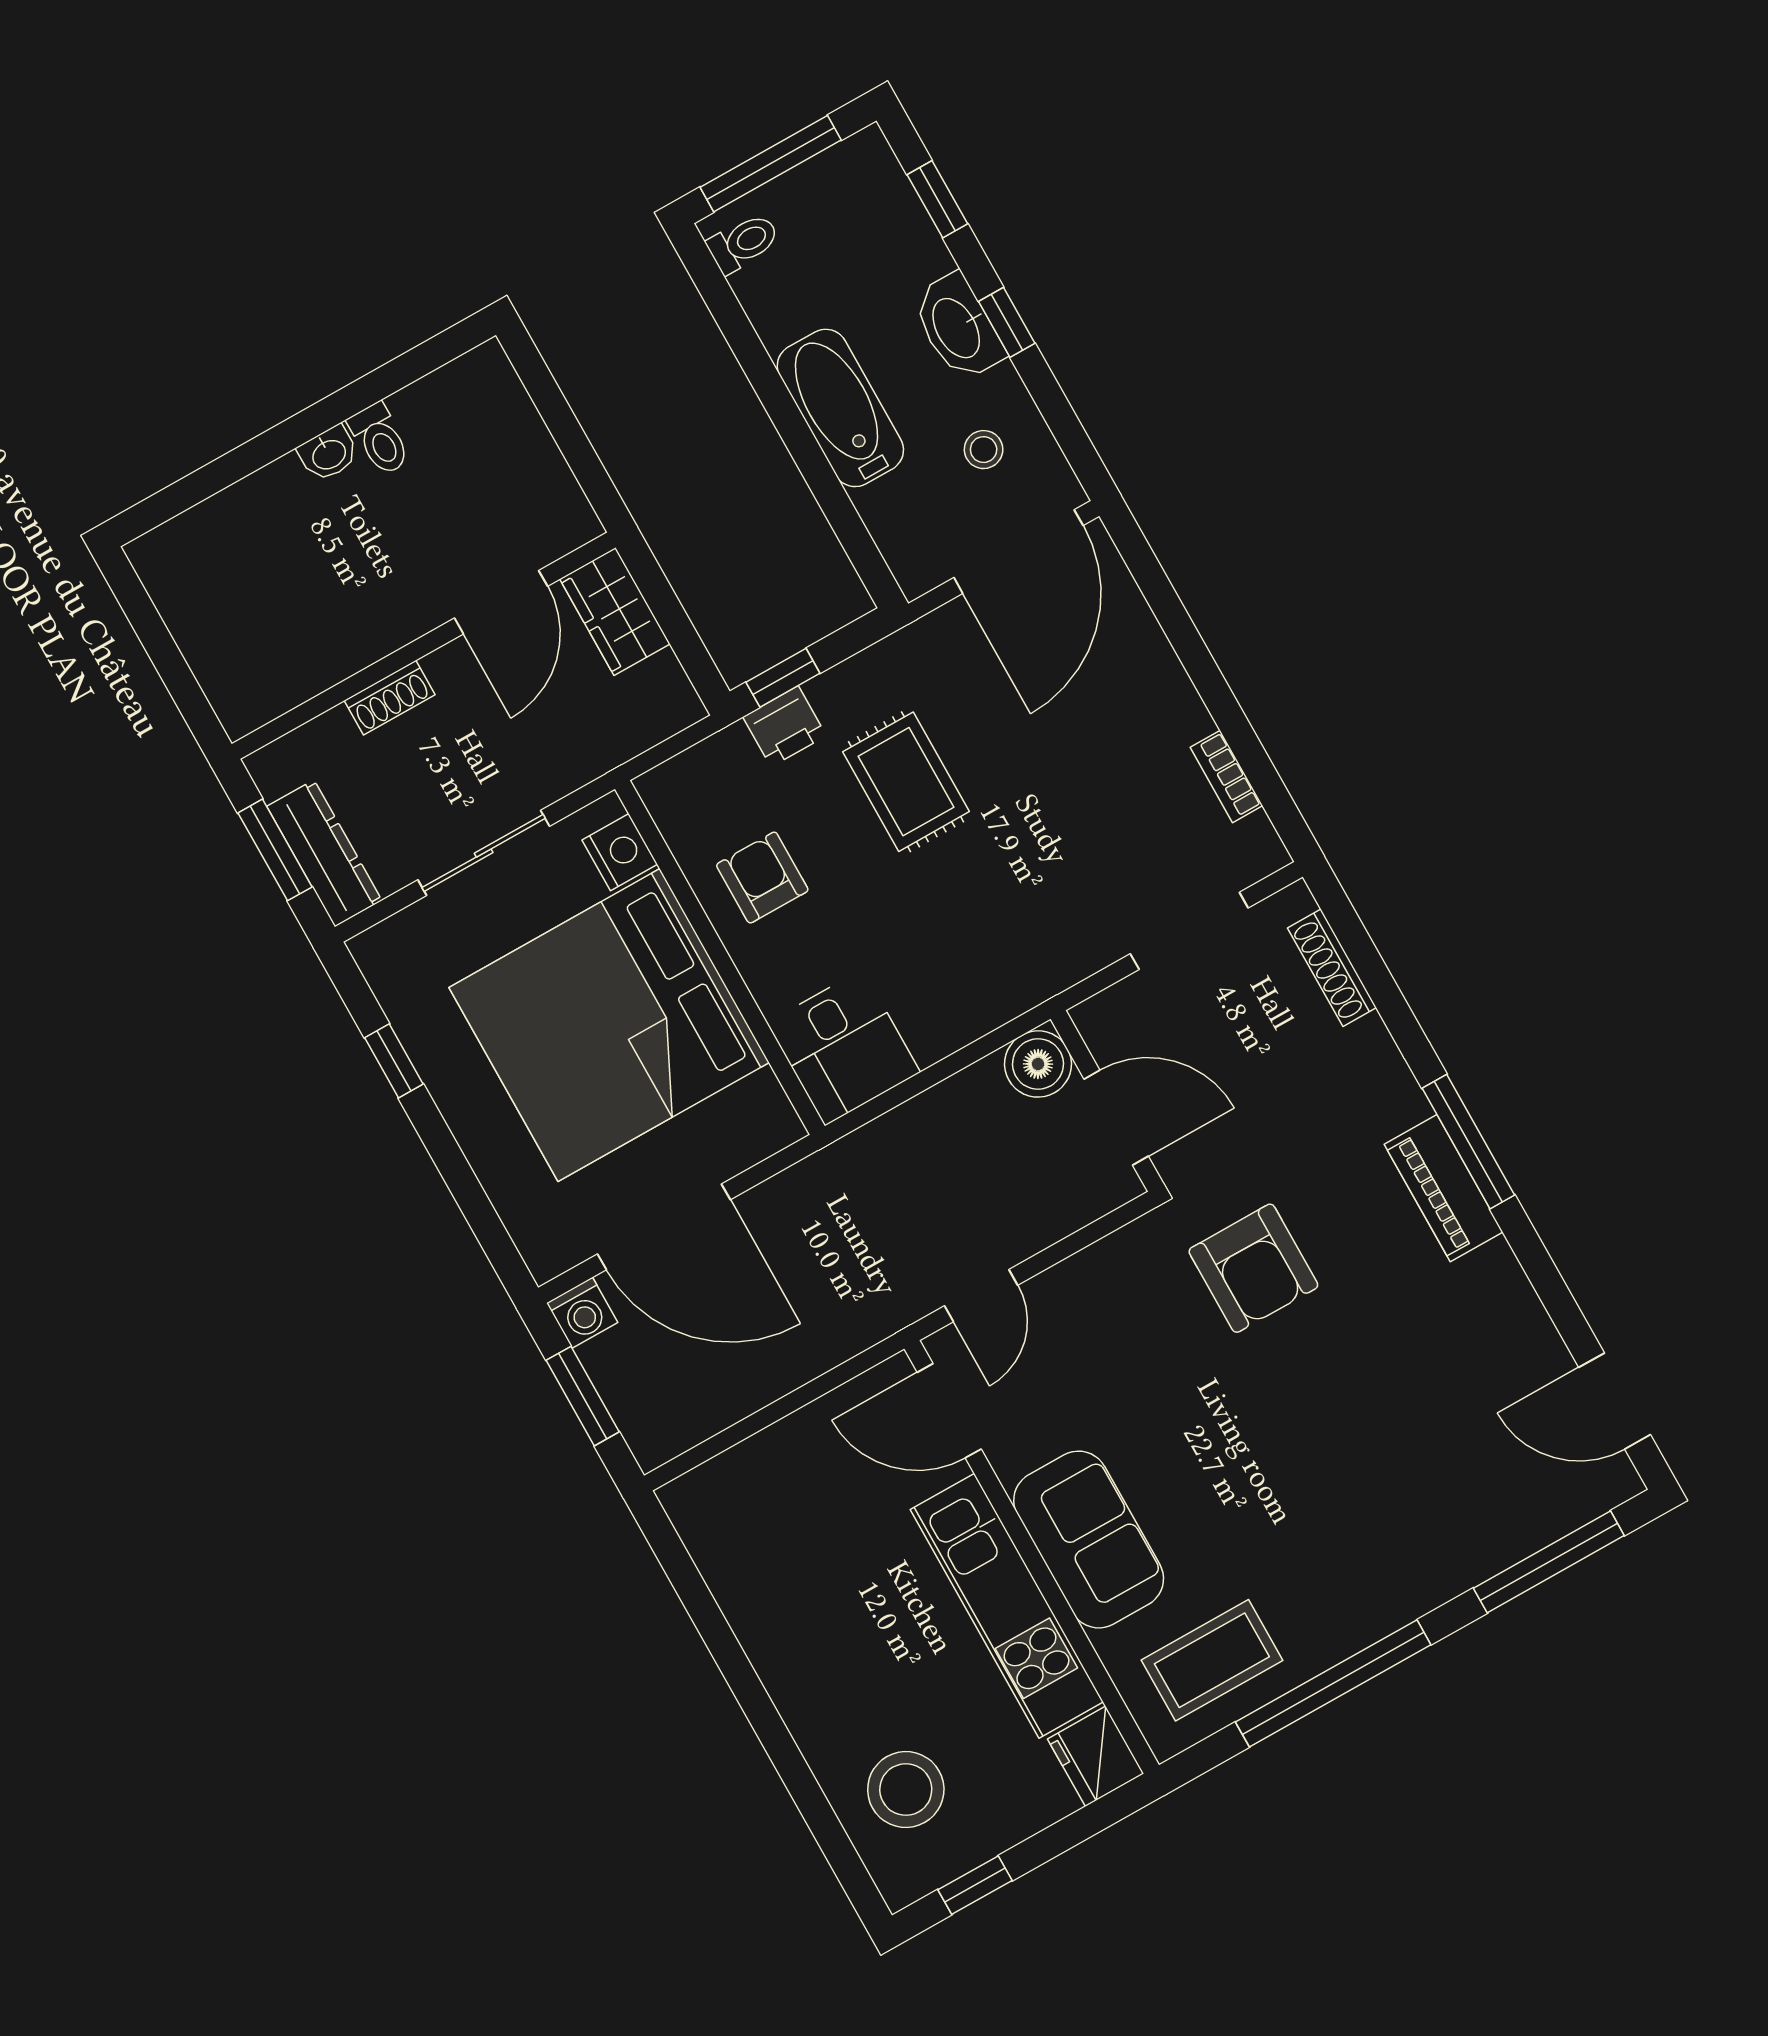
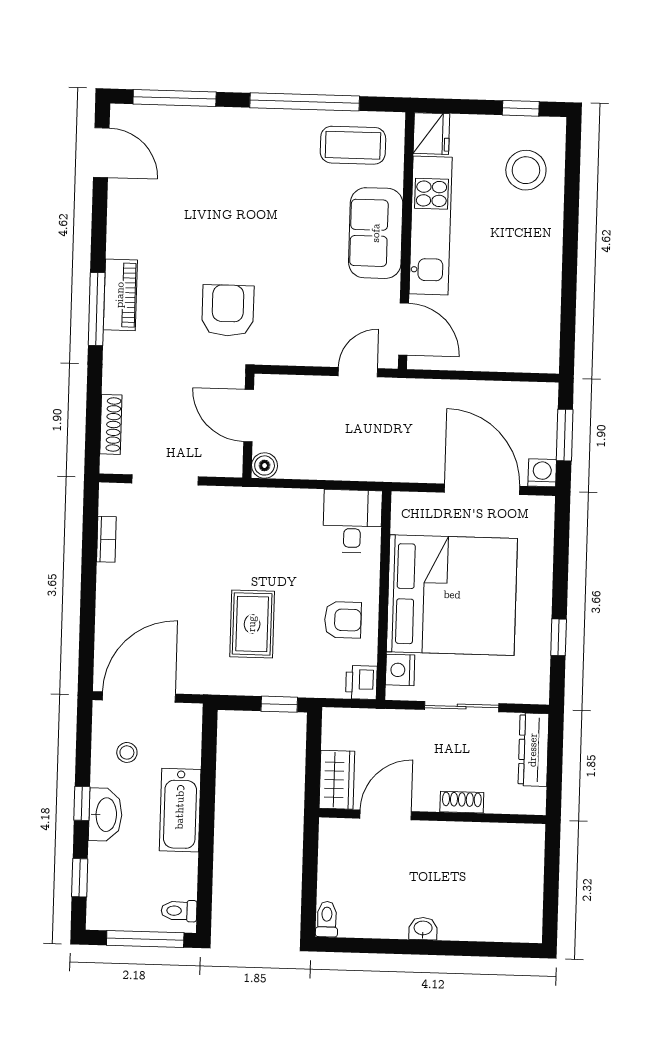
toilet: (380, 439) -> (327, 919), moved
printer: (785, 726) -> (361, 682), moved, turned -90
window: (275, 850) -> (555, 765), removed
armchair: (762, 878) -> (343, 620), turned -90
boiler: (1038, 1064) -> (265, 465), width x0.73, depth x0.73

